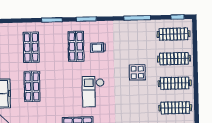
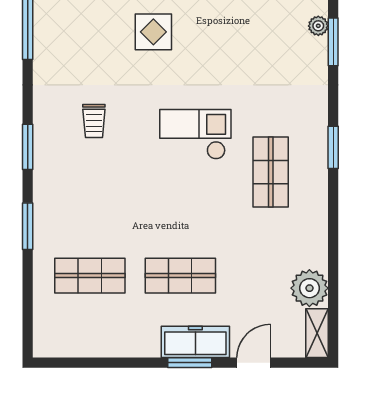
shop shelf: (76, 46) -> (90, 172), removed
checkout: (93, 92) -> (195, 134), turned 180

